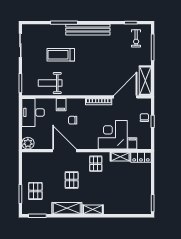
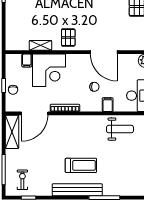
treadmill: (61, 55) -> (81, 165), moved
locker: (141, 157) -> (17, 45), removed
pallet: (72, 180) -> (96, 19), removed

